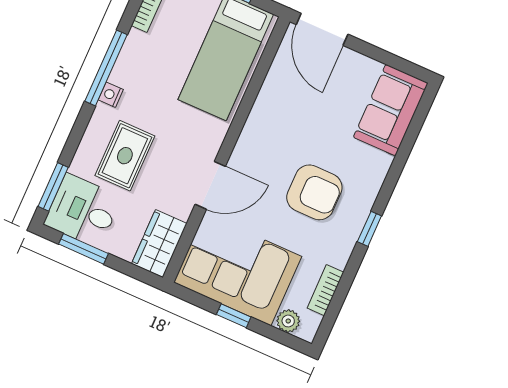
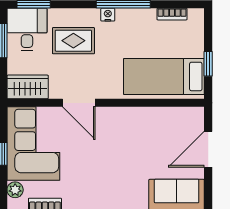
door: (322, 29) -> (208, 149), moved
armchair: (314, 192) -> (103, 170), removed

